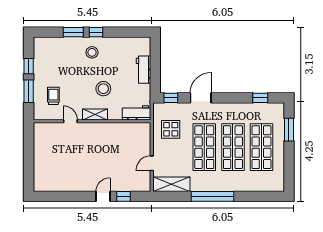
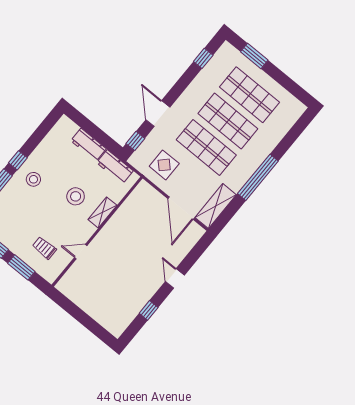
workbench: (137, 113) -> (115, 167), moved, turned -90
shelving: (95, 115) -> (102, 212), moved
door: (152, 163) -> (181, 208), width x1.87
window: (124, 196) -> (149, 310), moved

